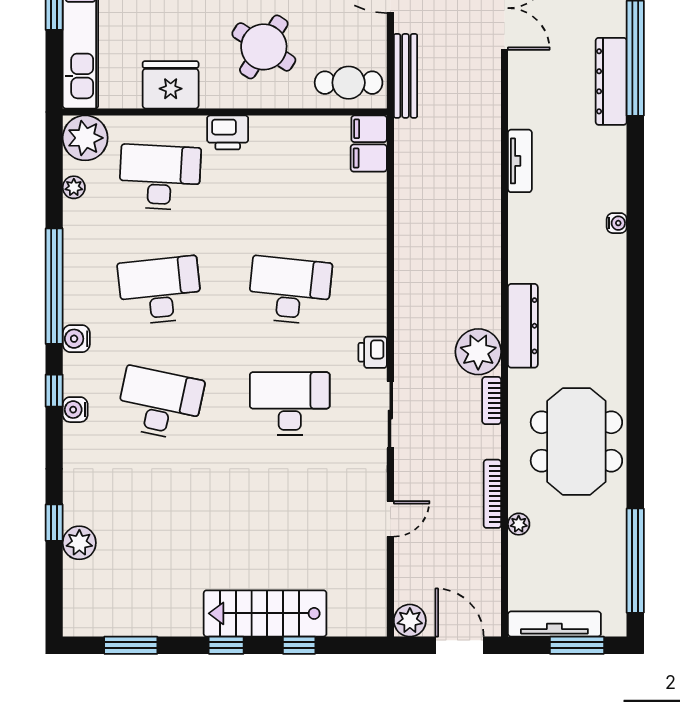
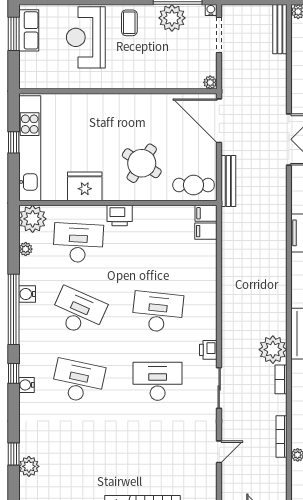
desk: (160, 290) -> (78, 312), turned 30
water cooler: (76, 339) -> (27, 294), moved

